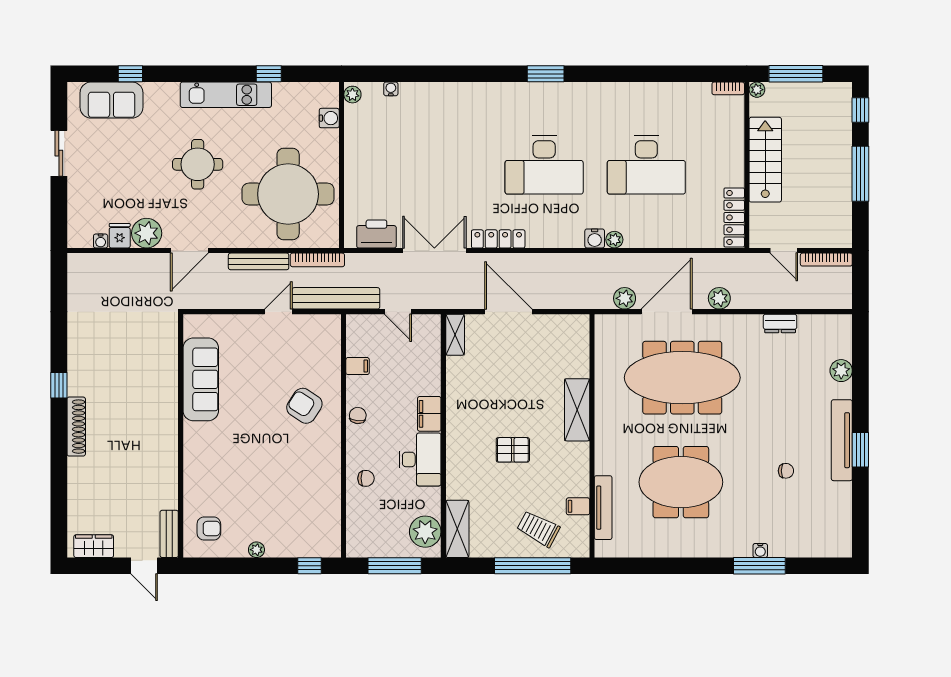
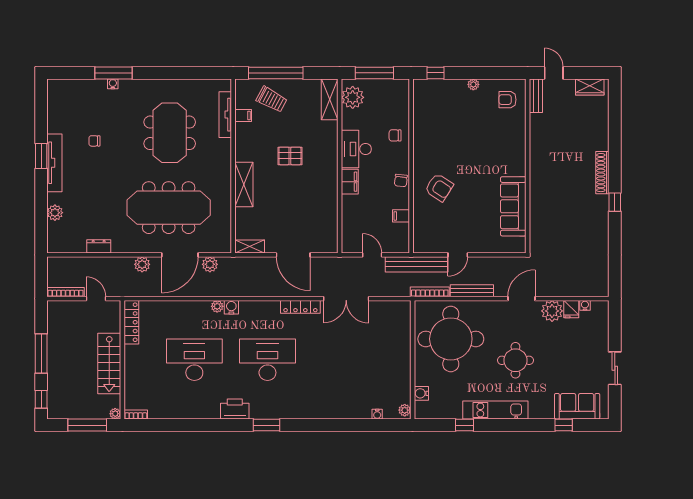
printer: (376, 234) -> (235, 409), moved, turned 180
shelving: (455, 335) -> (250, 246), moved, turned 90
meeting table: (681, 482) -> (170, 133), turned 90

